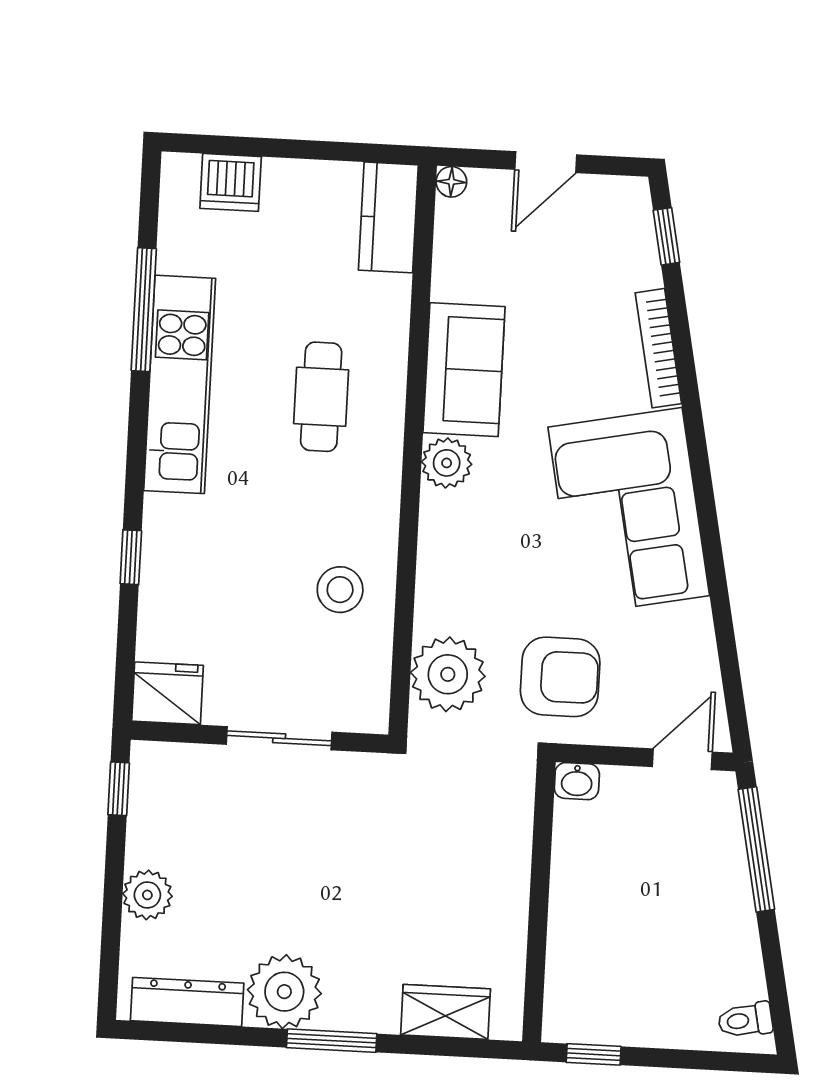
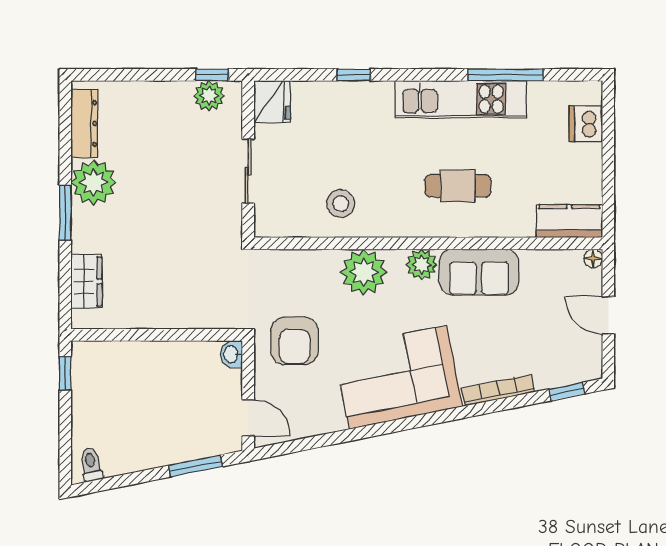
plant: (448, 674) -> (364, 272), moved
window: (756, 849) -> (196, 466), width x0.69
plant: (147, 895) -> (209, 96), moved

